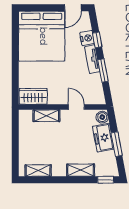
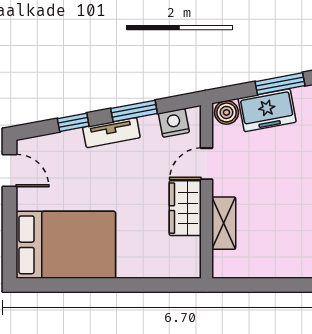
bed: (42, 36) -> (66, 245), width x0.73
nightstand: (87, 38) -> (174, 123), moved
wardrobe: (33, 96) -> (185, 208), moved

